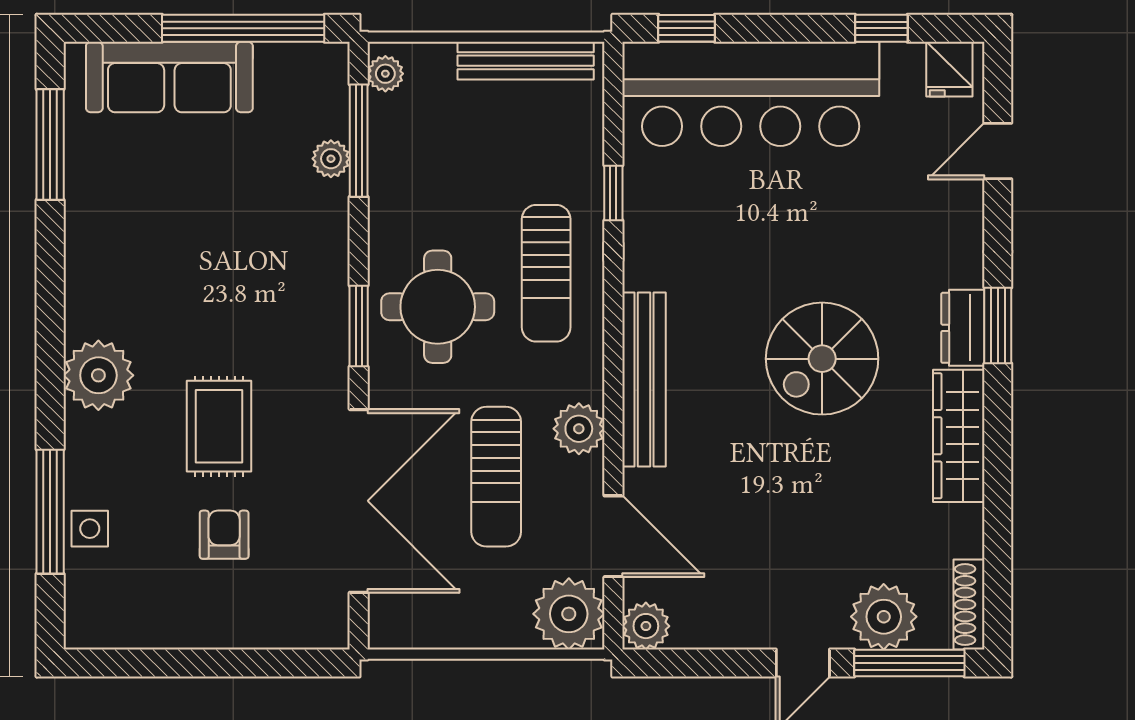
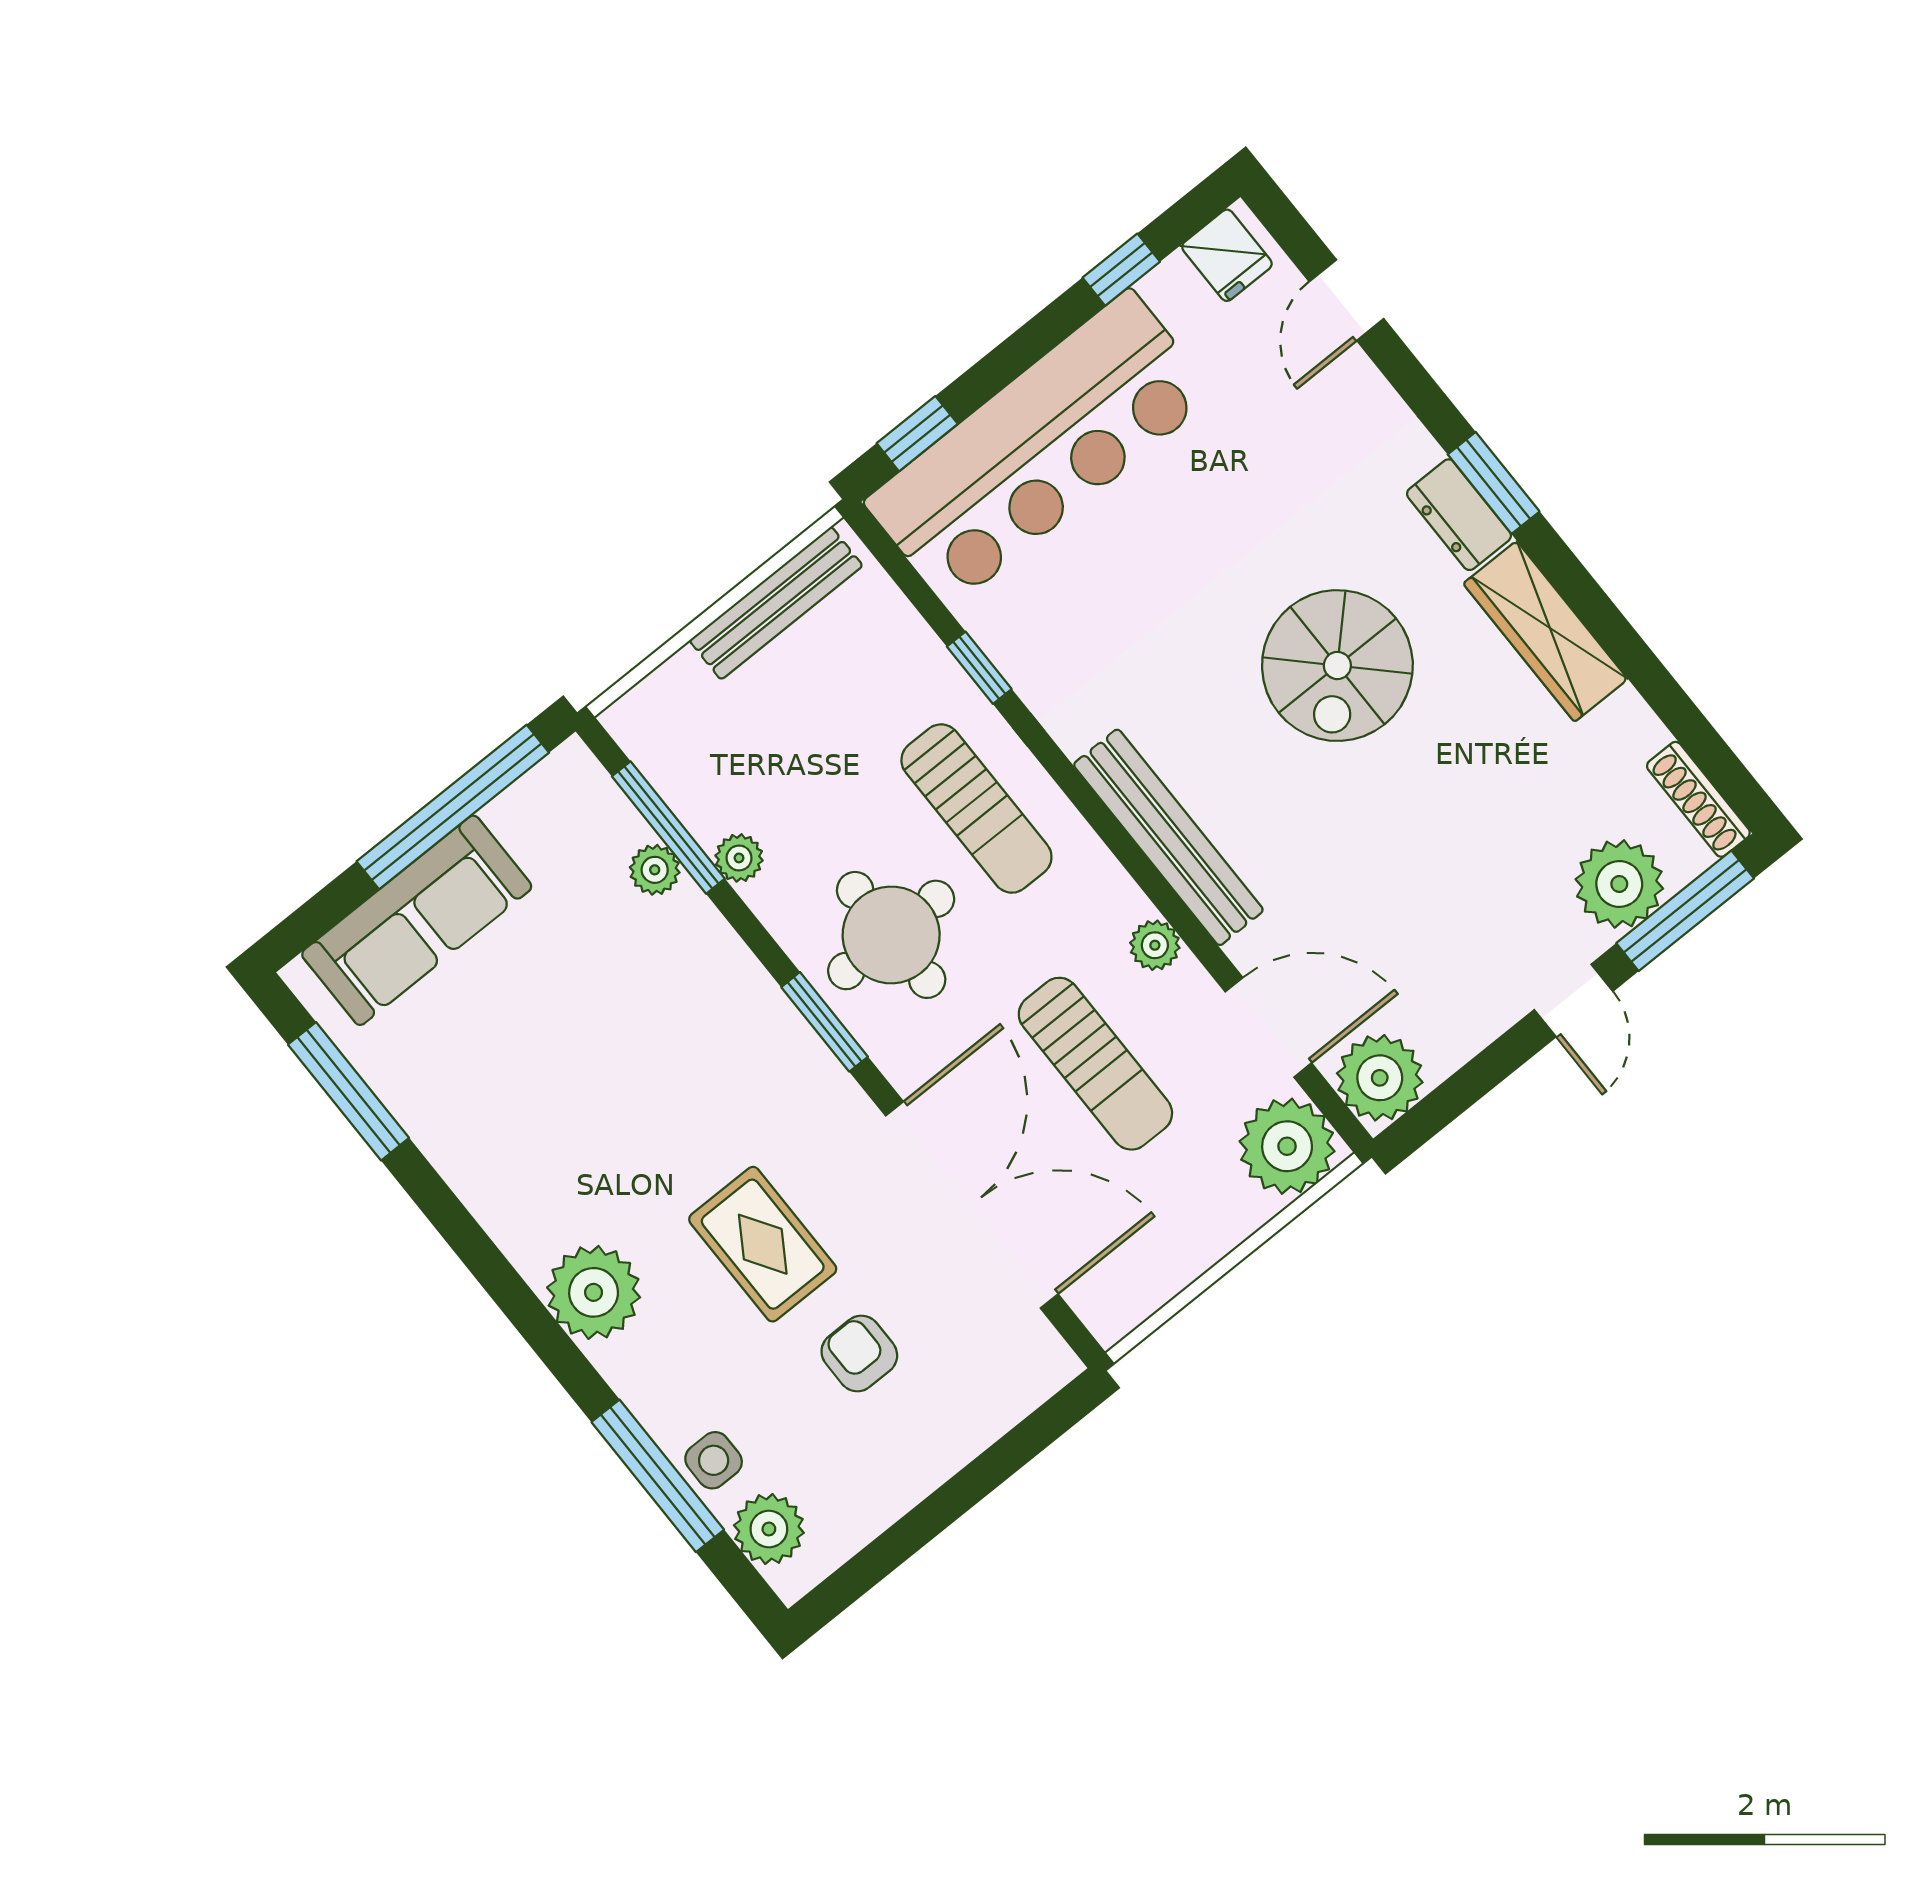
plant: (385, 74) -> (739, 858), moved
plant: (579, 429) -> (1155, 945), width x0.73, depth x0.73
plant: (90, 594) -> (769, 1529), added
plant: (646, 626) -> (1380, 1078), width x1.36, depth x1.36

